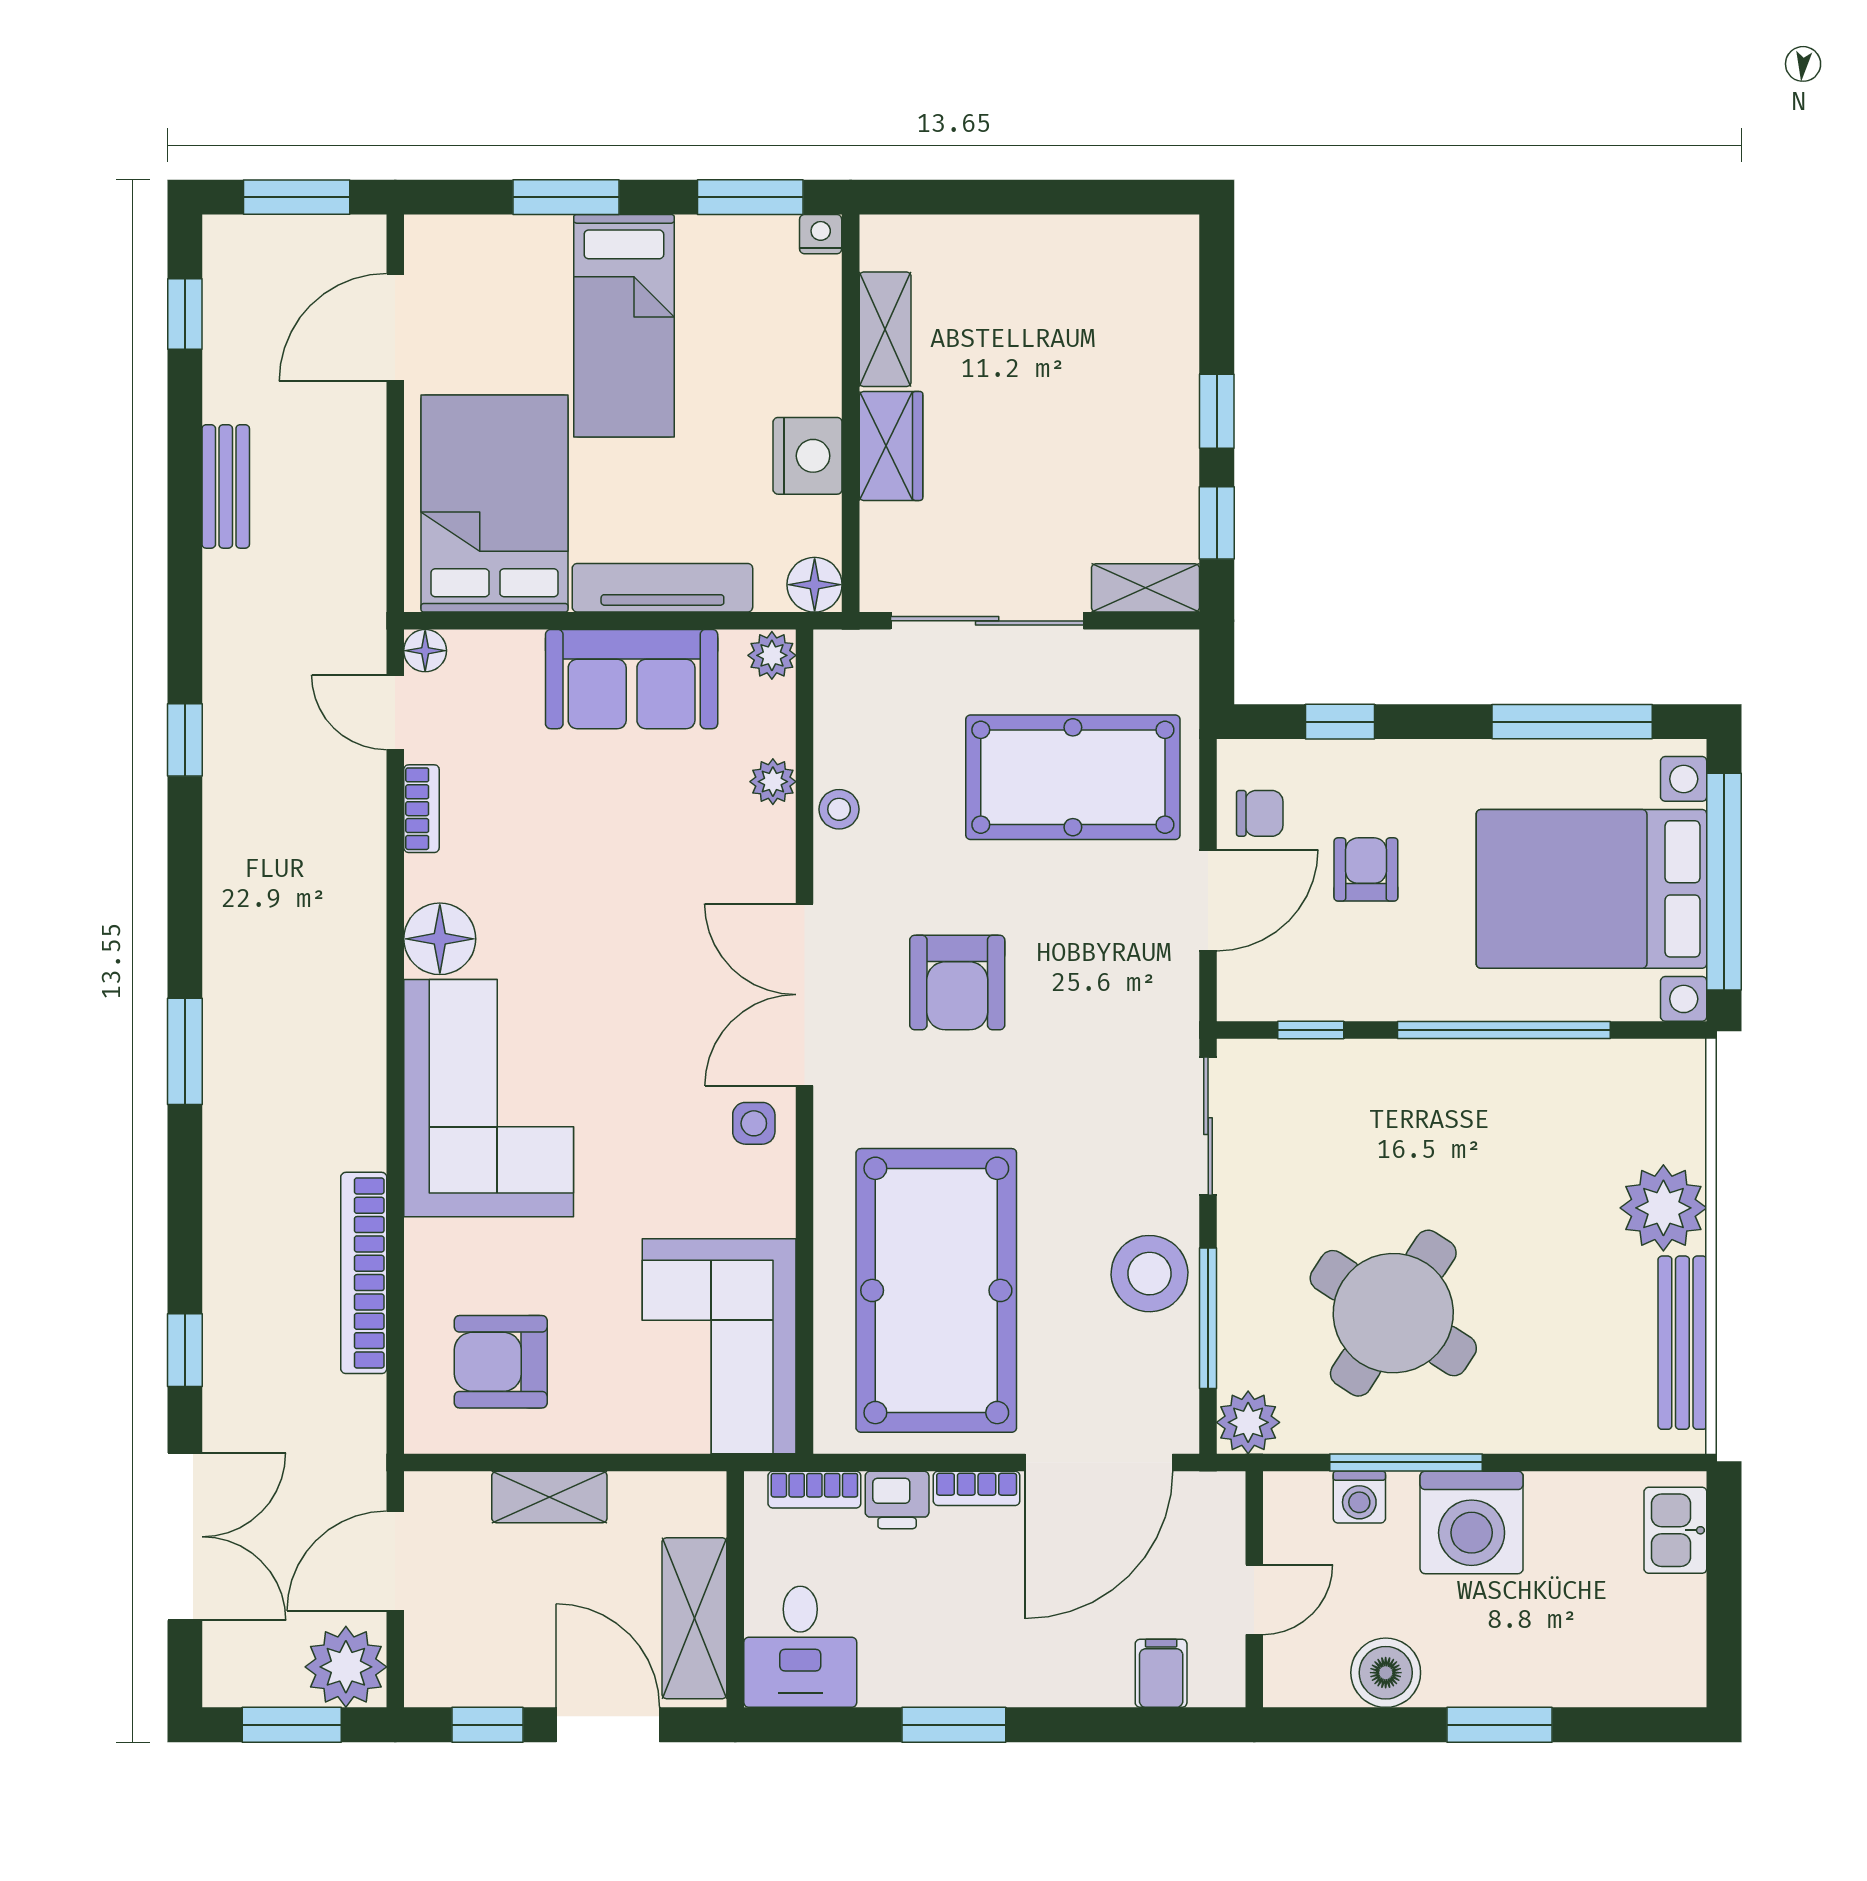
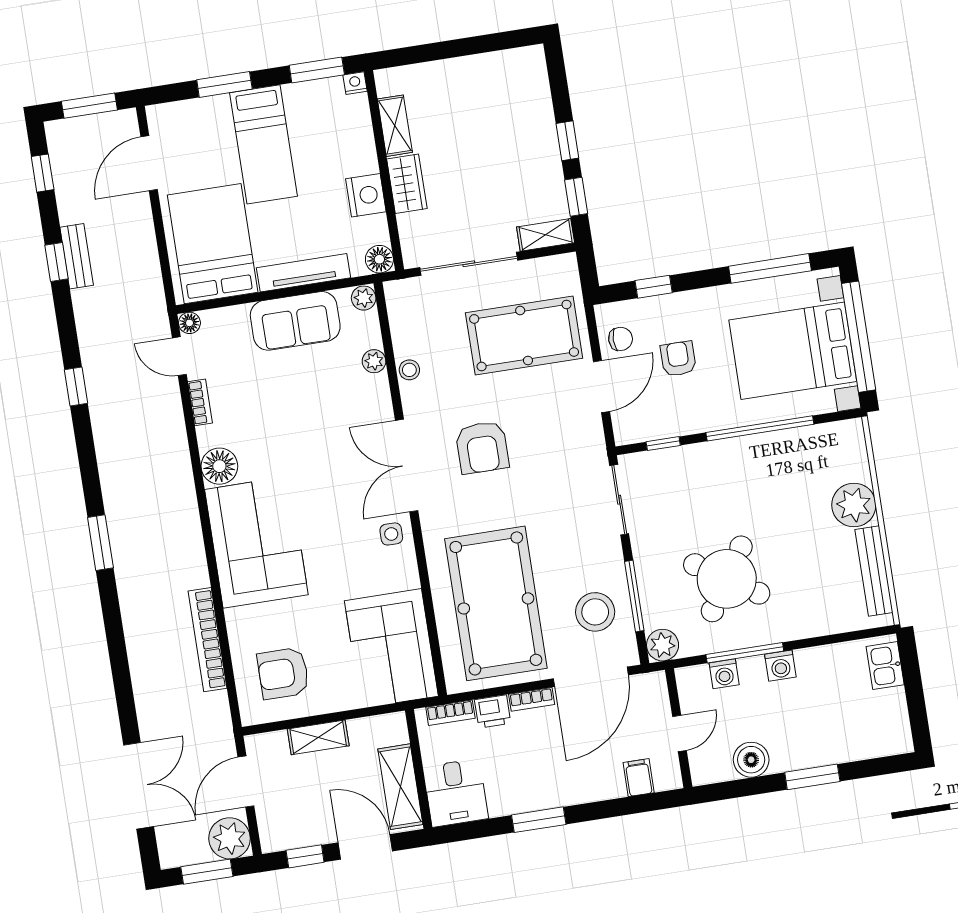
stool: (1149, 1274) -> (595, 612), moved
window: (185, 1350) -> (56, 262), moved
washing machine: (1472, 1522) -> (780, 666), width x0.53, depth x0.53

